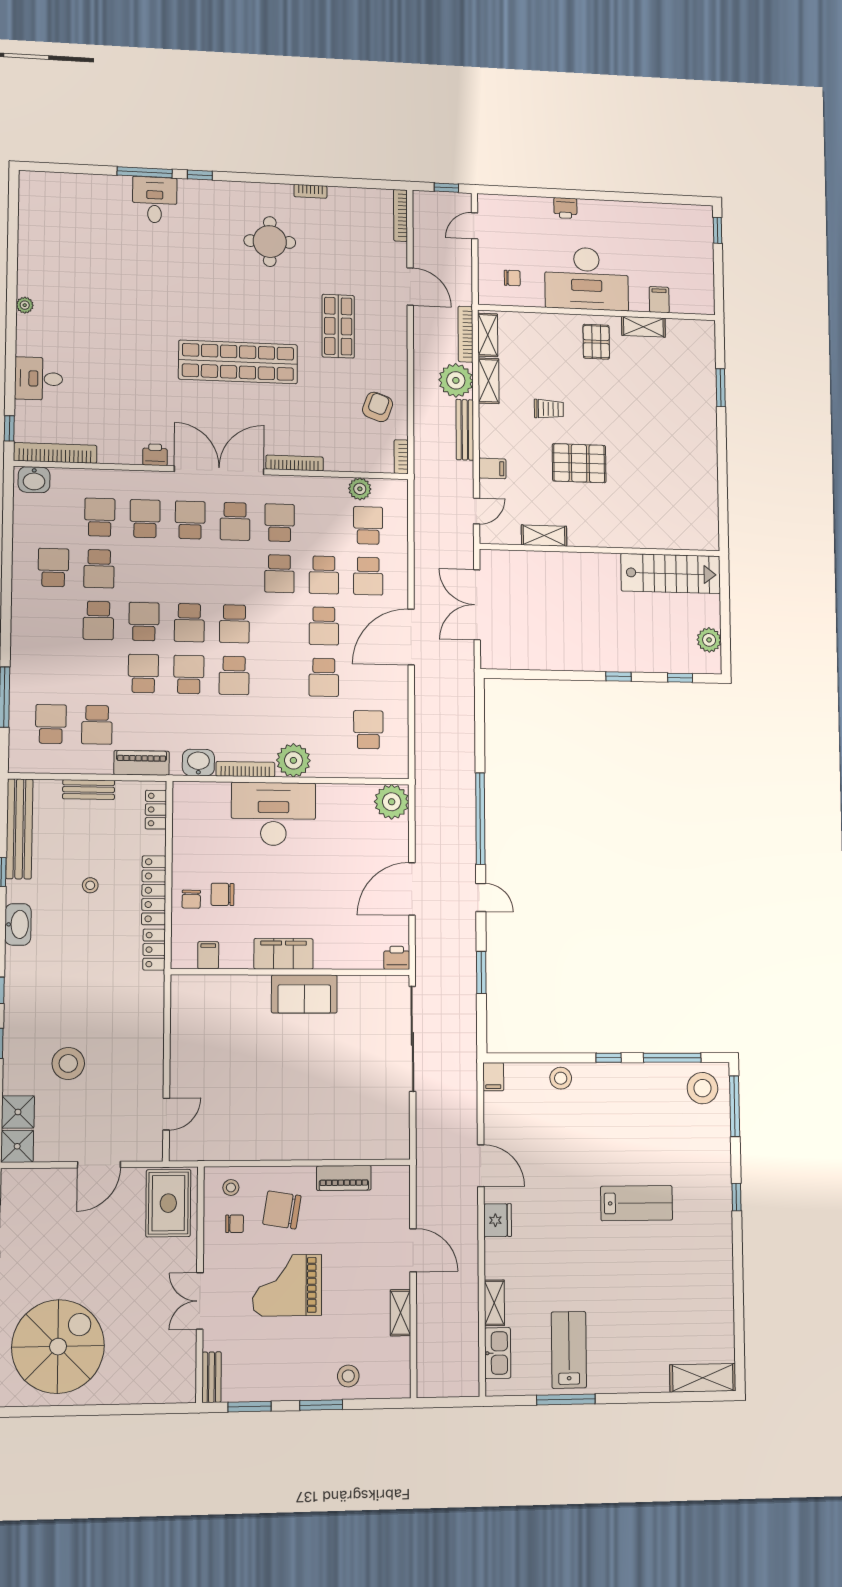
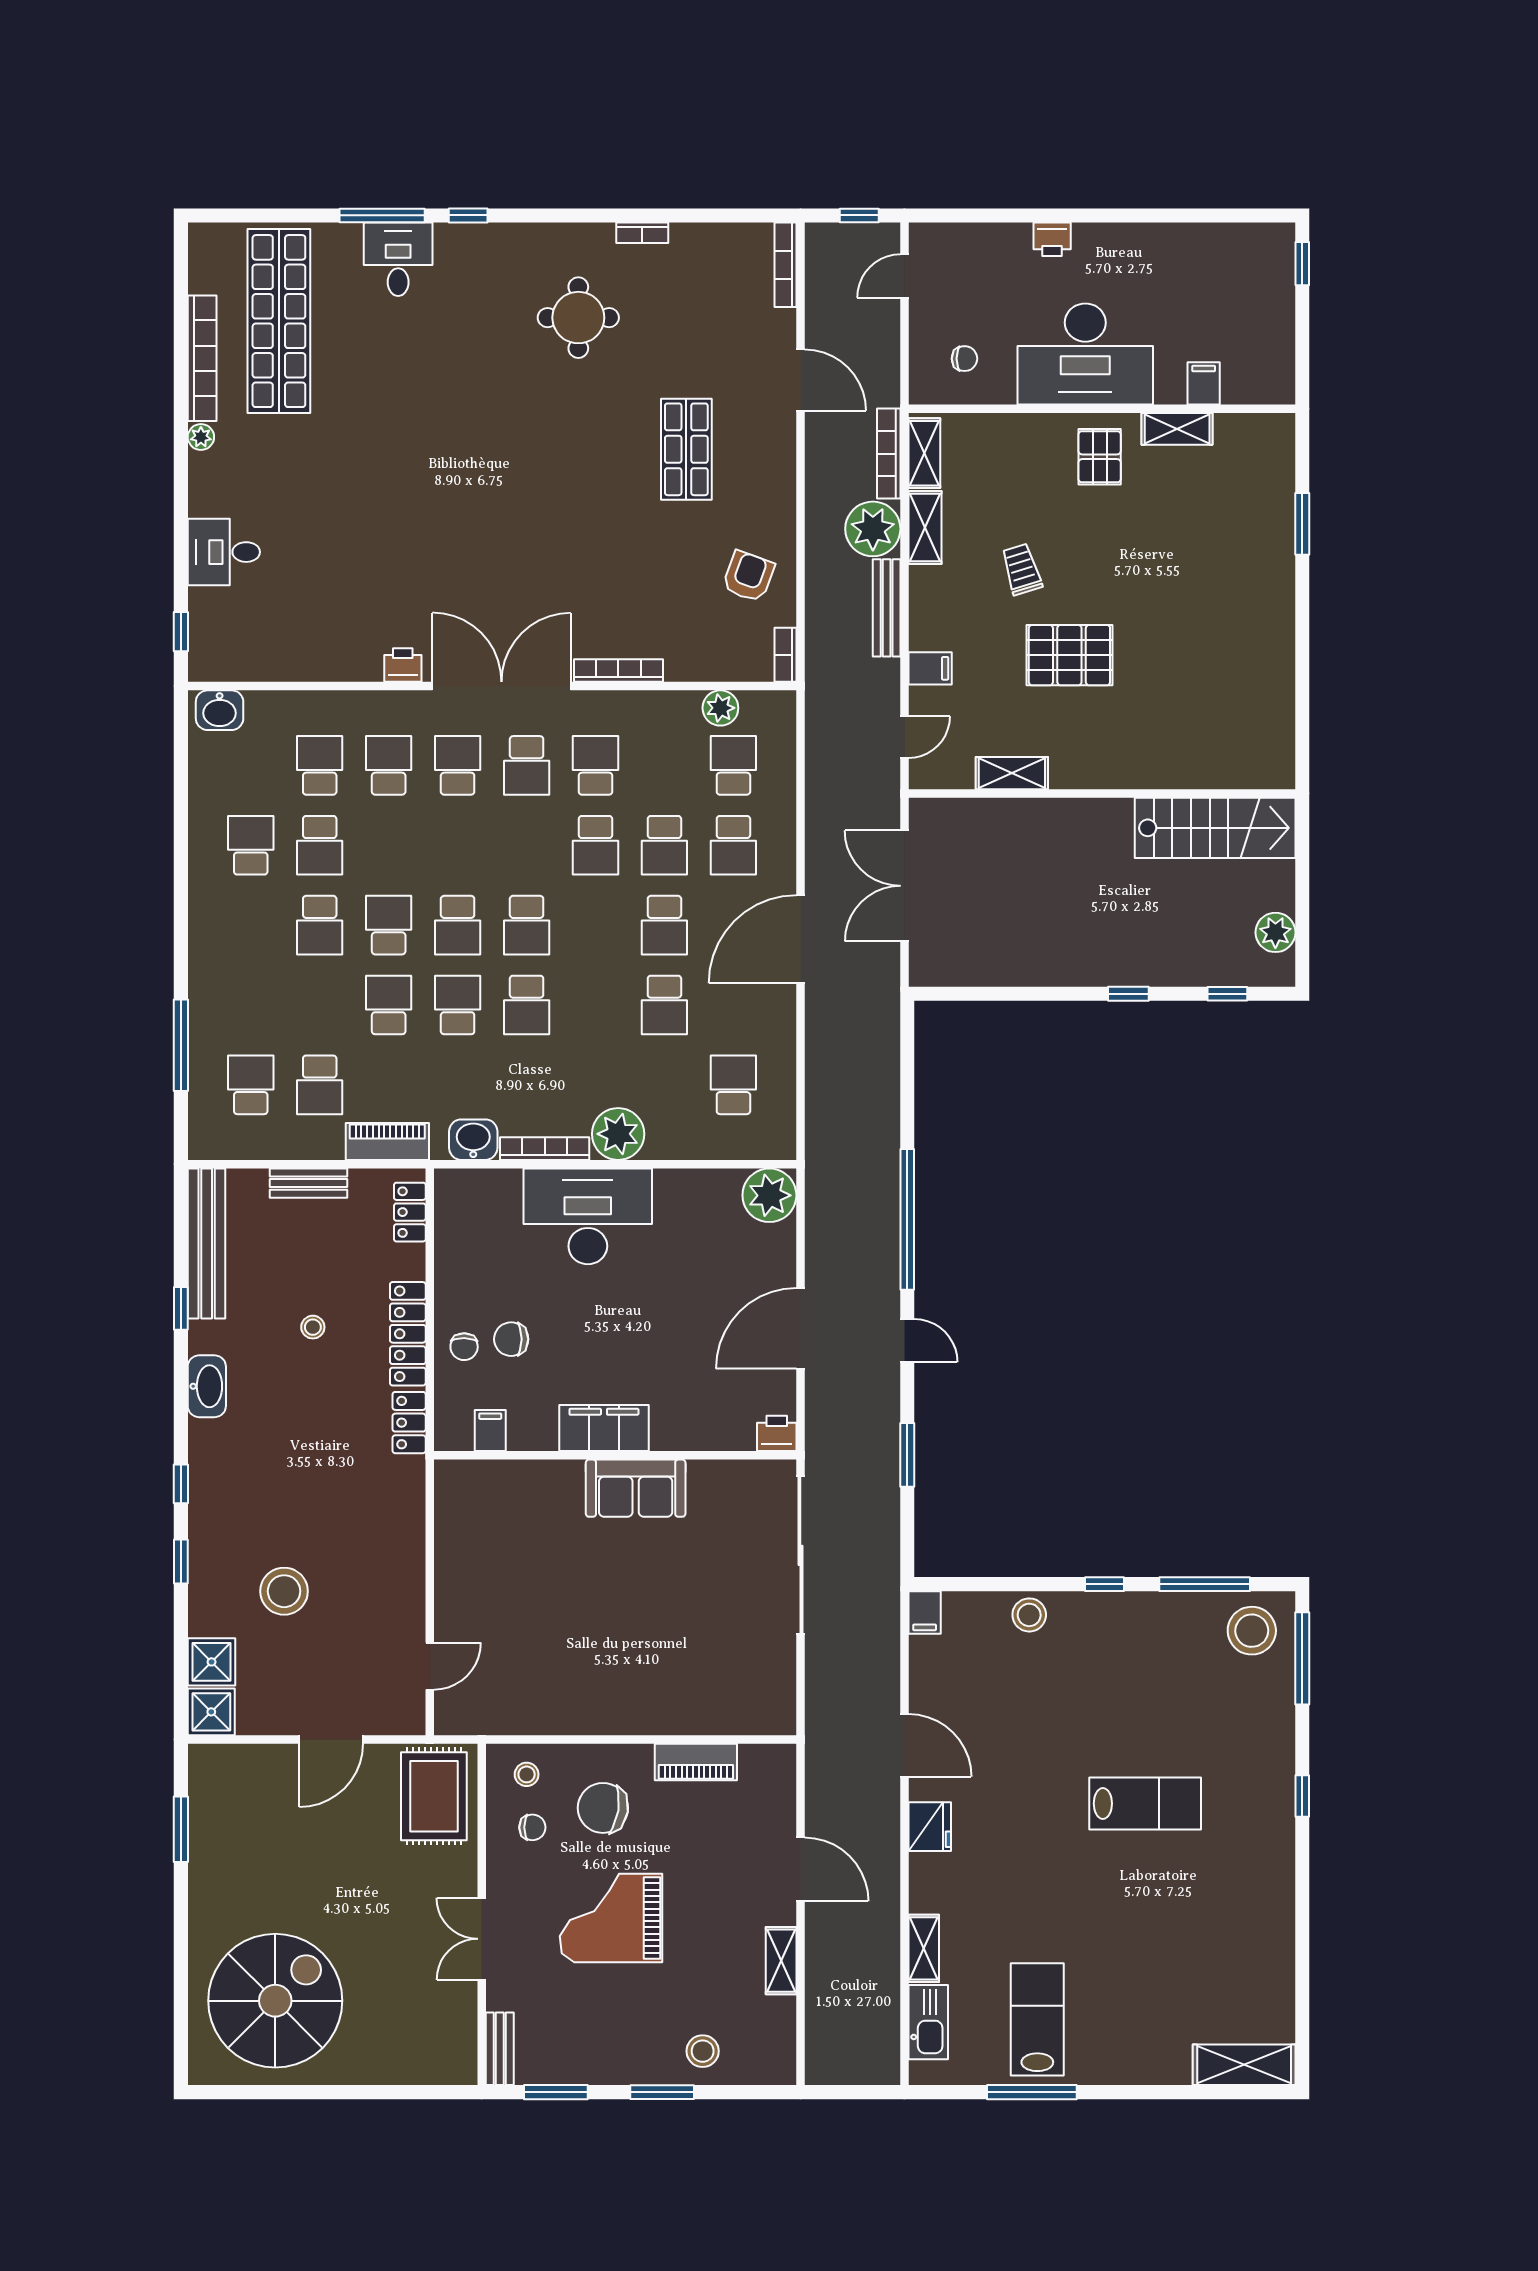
shop shelf: (238, 362) -> (279, 321), moved, turned 90
trolley: (549, 409) -> (1022, 569), turned -107
bookcase: (55, 453) -> (202, 358), moved, turned 90

